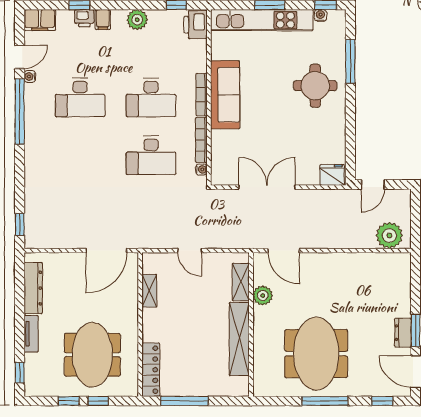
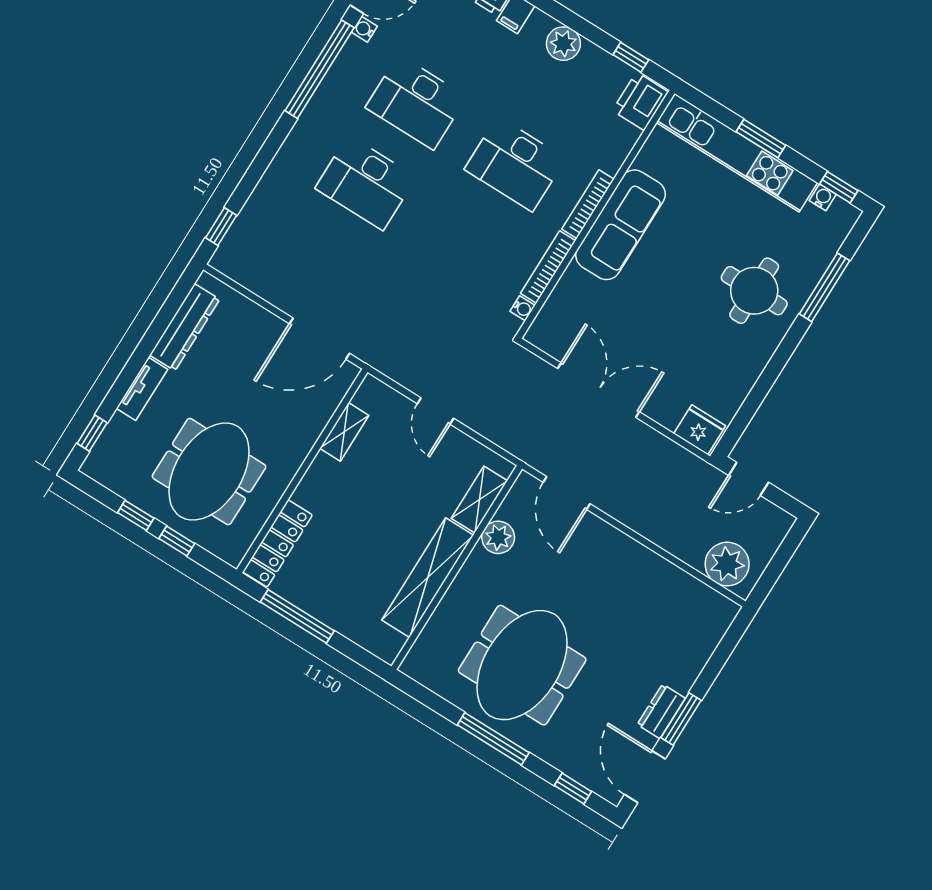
desk: (151, 155) -> (366, 183), moved

